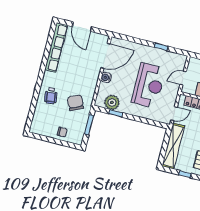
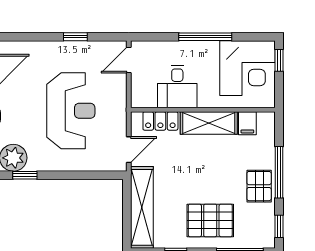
door: (183, 78) -> (129, 60), moved

